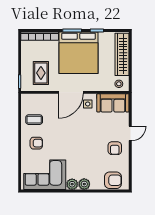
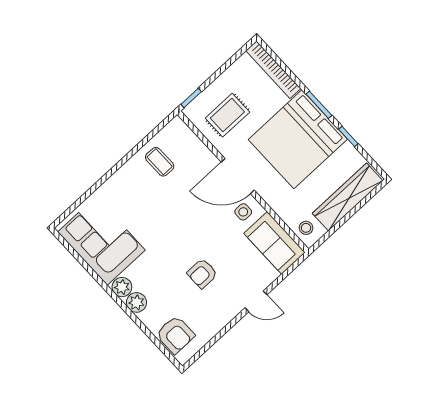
armchair: (36, 143) -> (132, 192), removed
armchair: (115, 148) -> (202, 273), moved

